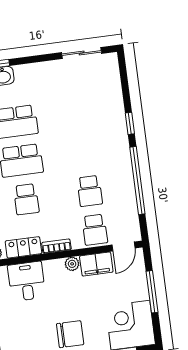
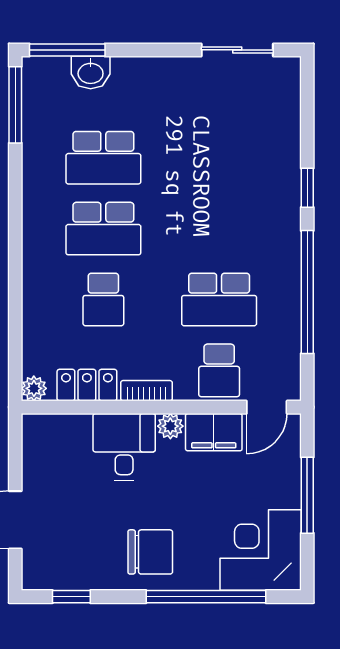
school desk: (90, 191) -> (219, 299), width x1.85
desk: (27, 281) -> (124, 447), moved

